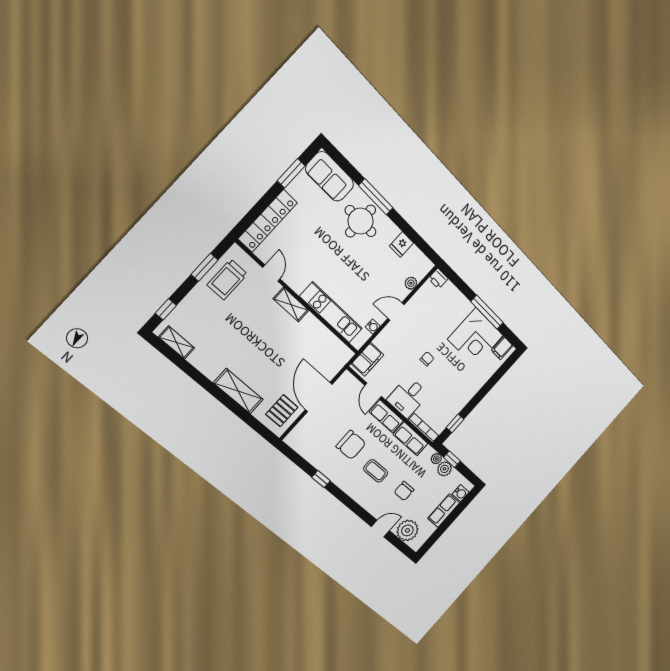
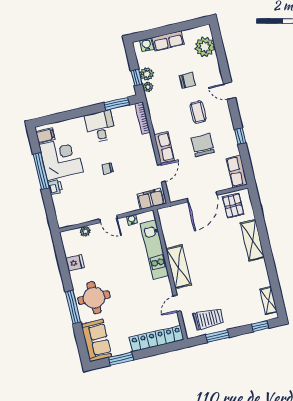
printer: (438, 279) -> (55, 187), moved
shelving: (291, 305) -> (179, 267), width x1.50, depth x1.33
desk: (408, 397) -> (100, 127), moved, turned -90
pallet: (282, 411) -> (233, 206), turned 90
window: (455, 423) -> (117, 104), width x1.50
row of seats: (411, 439) -> (237, 171), moved, turned 180
door: (380, 529) -> (229, 91), moved

